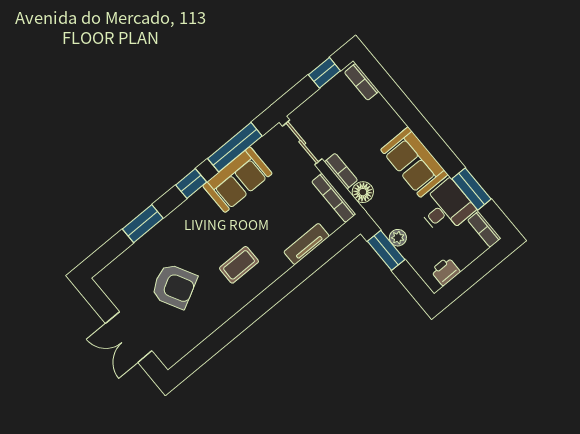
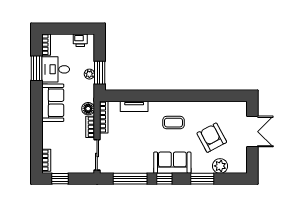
sofa: (237, 180) -> (172, 163), moved
plant: (133, 259) -> (220, 166), added

